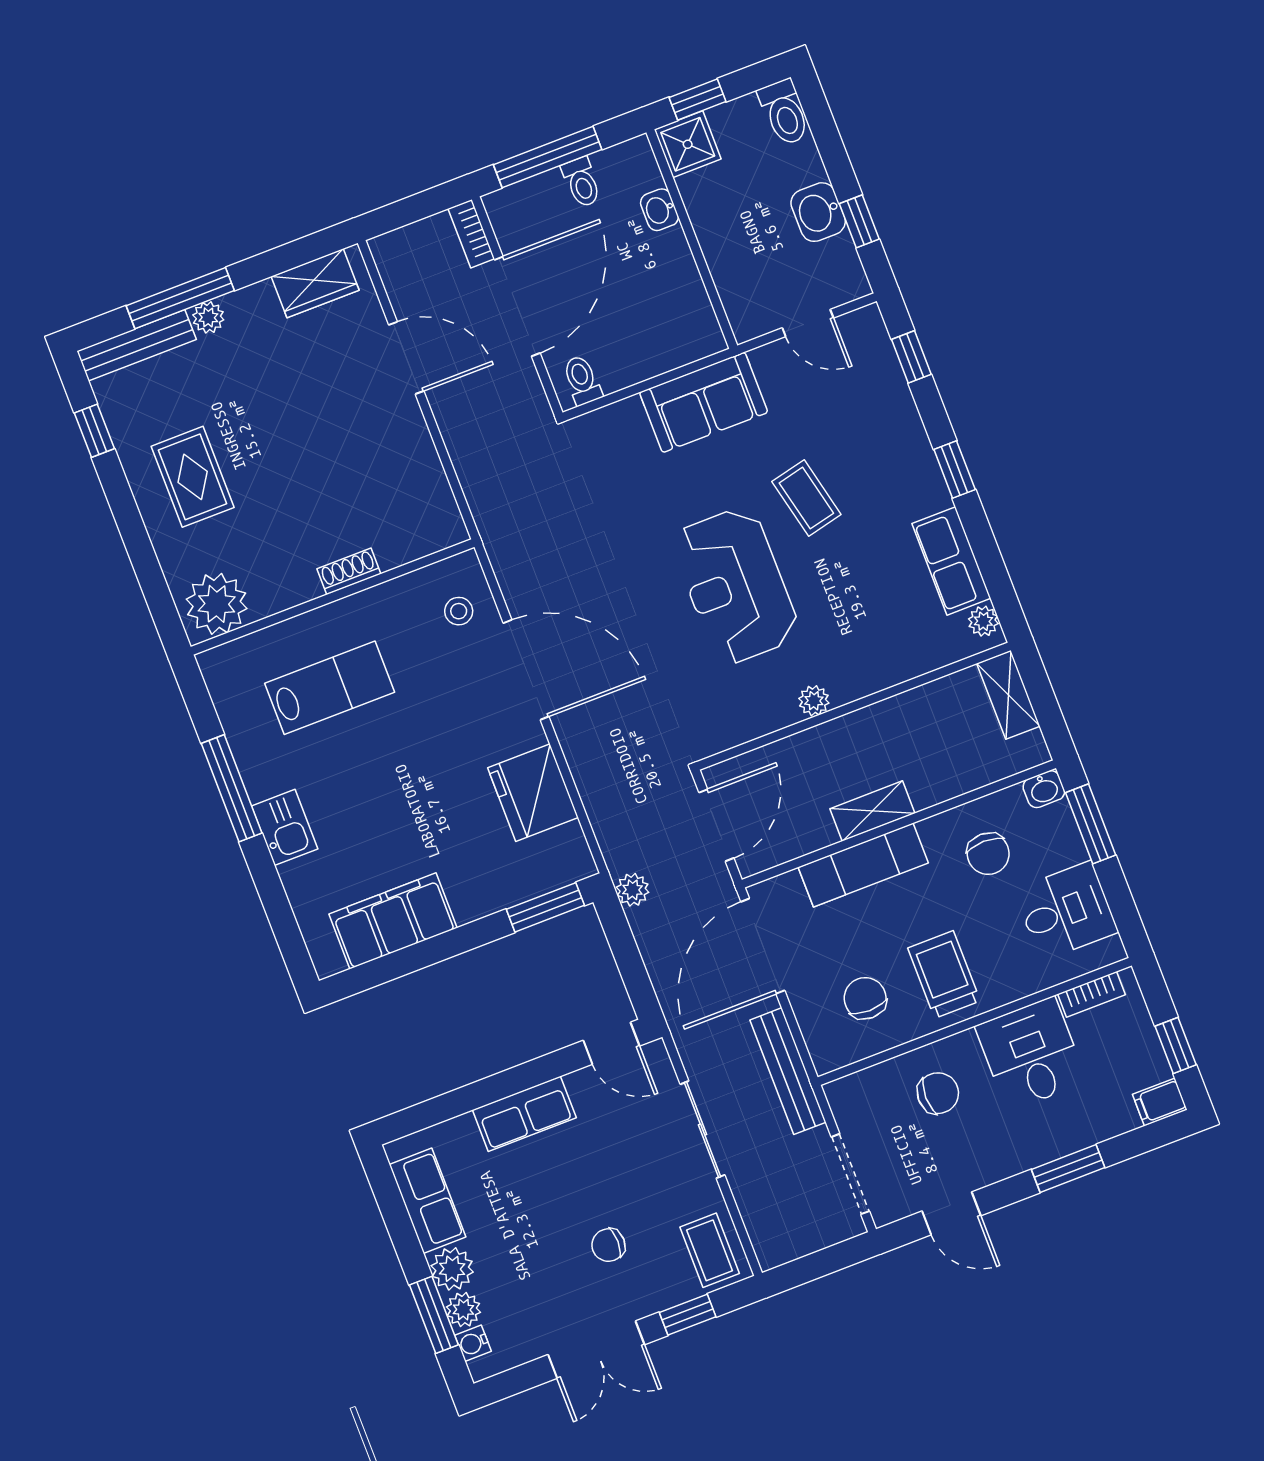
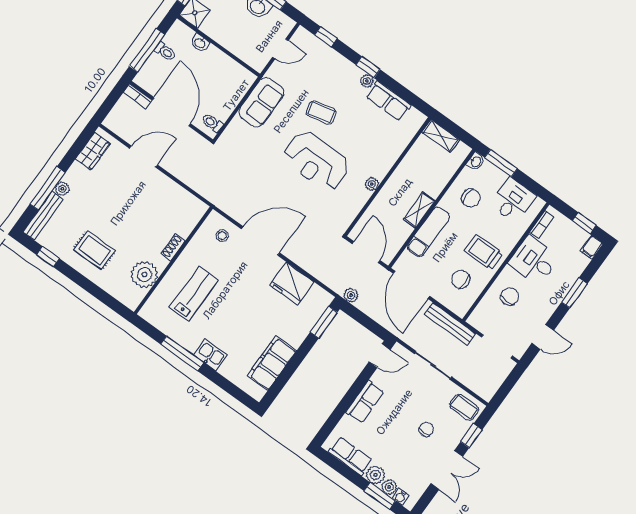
plant: (217, 604) -> (144, 275), moved
plant: (983, 621) -> (367, 81), moved
chair: (608, 1245) -> (426, 429), turned 180

